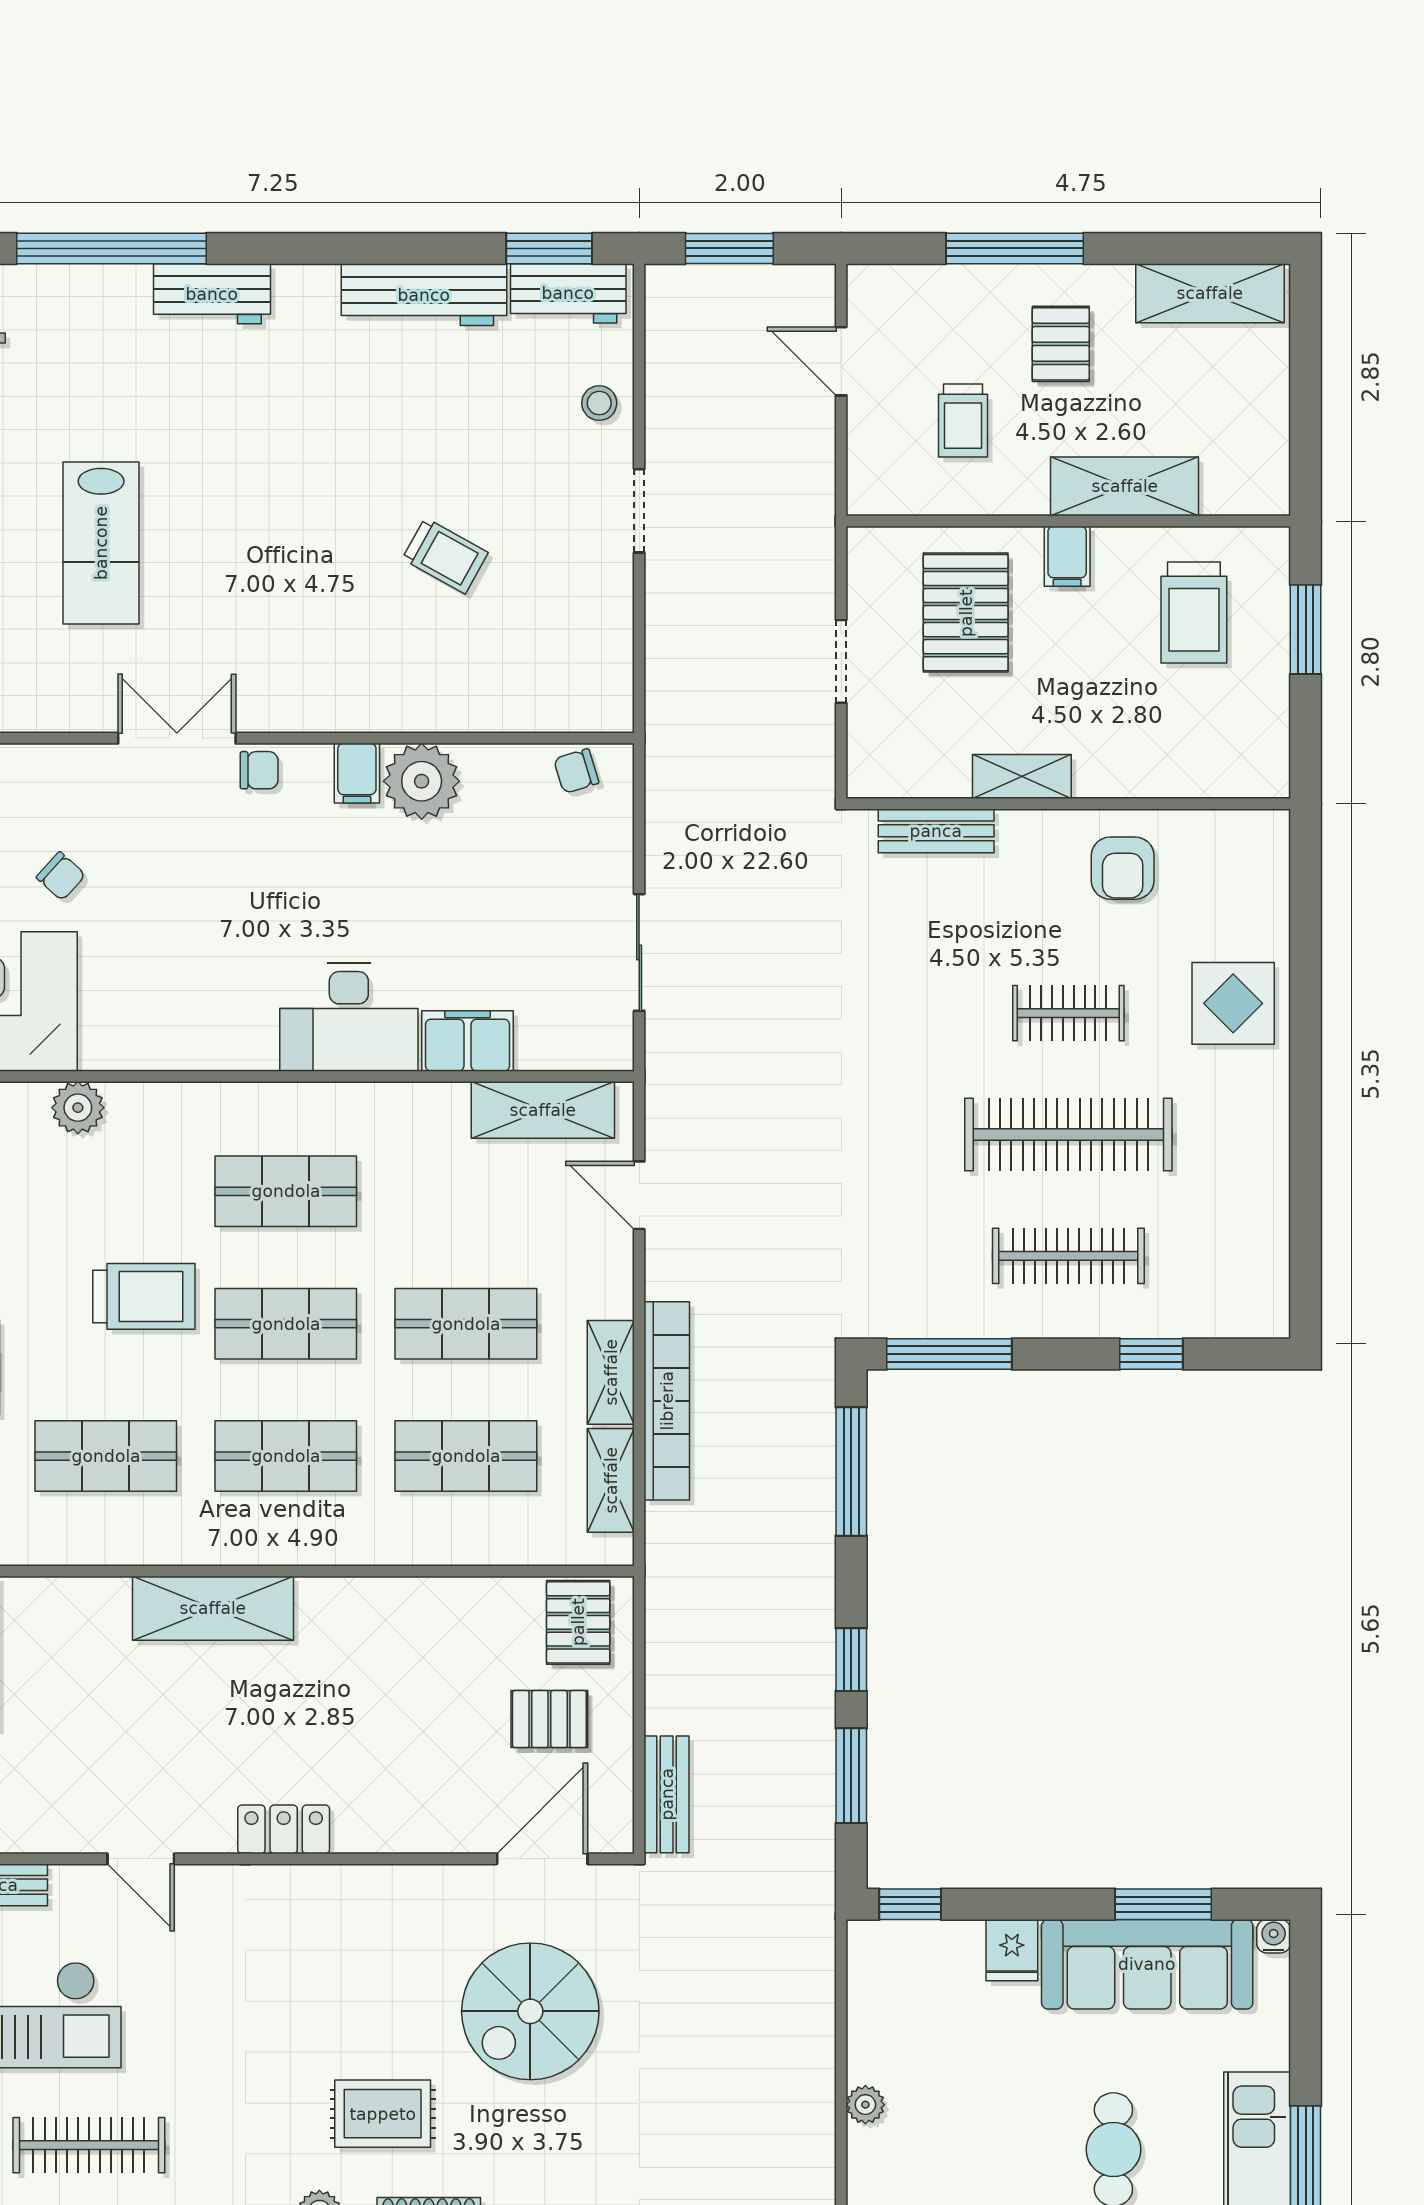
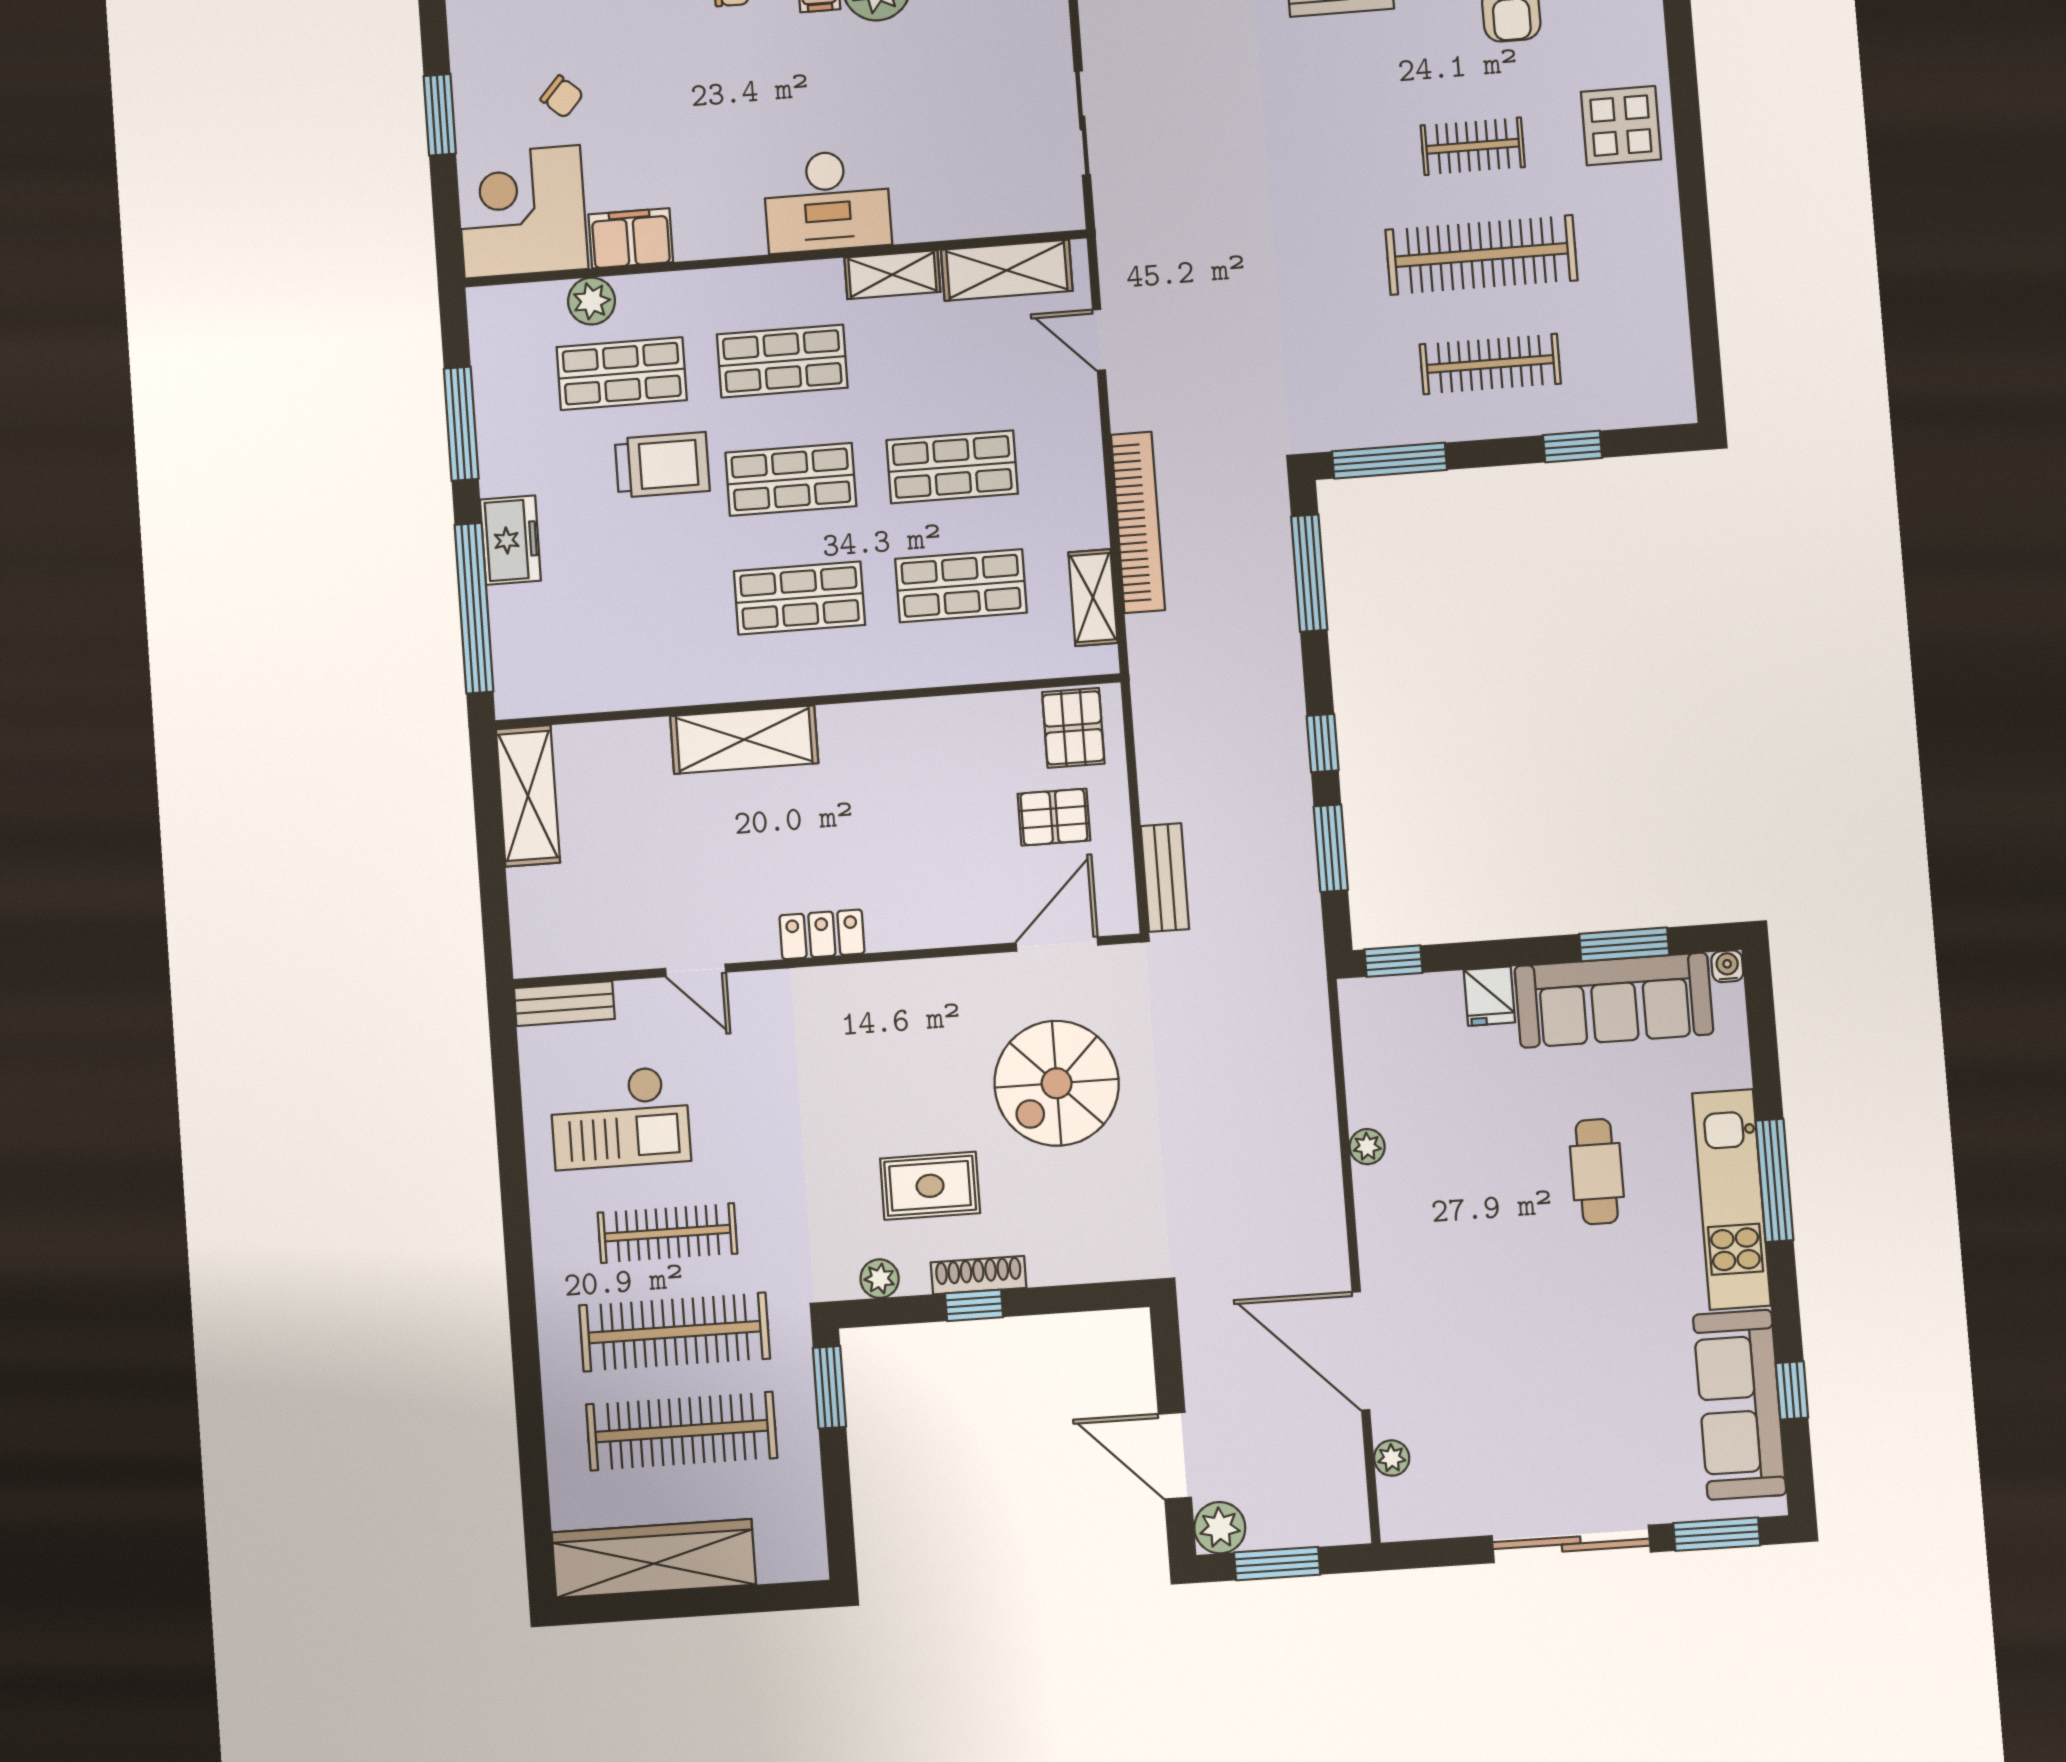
filing cabinet: (467, 1041) -> (631, 238), moved
shelving: (611, 1372) -> (892, 275), moved, turned 90
shop shelf: (106, 1456) -> (622, 374), moved

